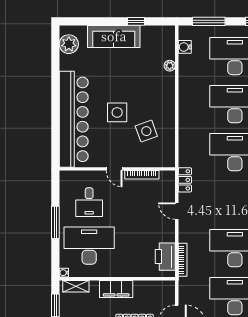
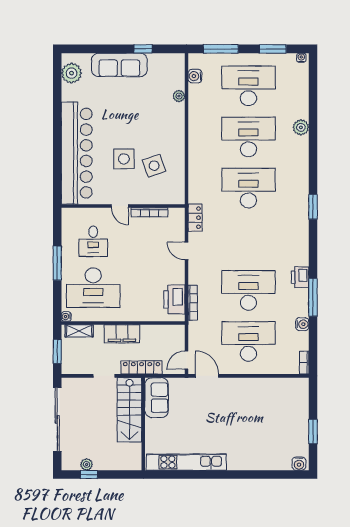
side table: (117, 112) -> (124, 159), moved
desk: (89, 246) -> (93, 288), turned 180

